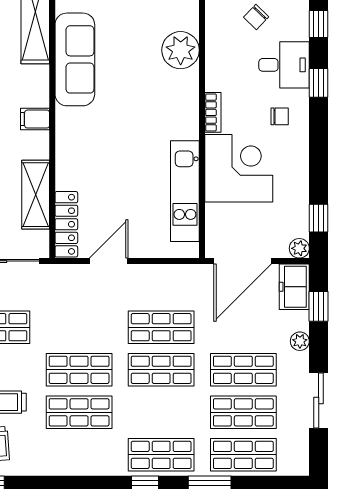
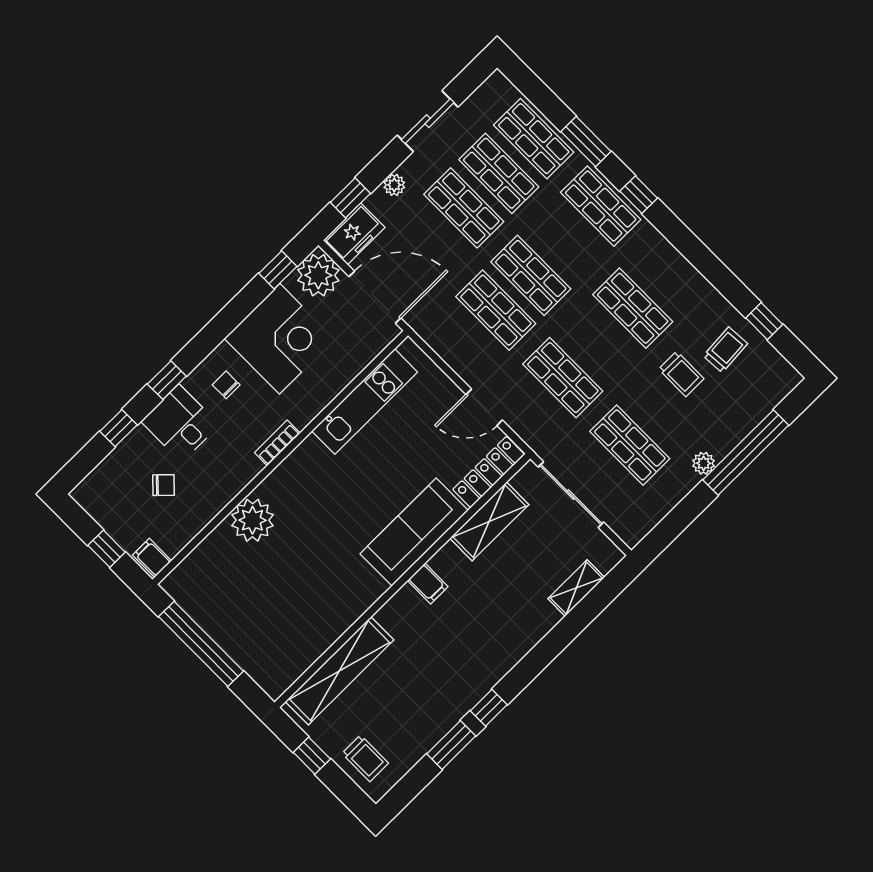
sofa: (75, 59) -> (414, 532), moved
corner desk: (239, 168) -> (280, 339), moved, turned 180
plant: (299, 248) -> (318, 275), width x1.88, depth x1.88
shop shelf: (79, 370) -> (563, 378), moved

